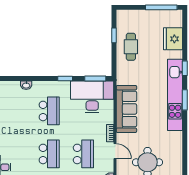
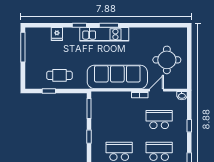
fridge: (173, 39) -> (57, 34), width x0.53, depth x0.75
kitchen unit: (175, 95) -> (104, 34), width x0.73
desk: (92, 97) -> (106, 111), removed
sofa: (126, 109) -> (117, 77), width x1.36, depth x1.27

